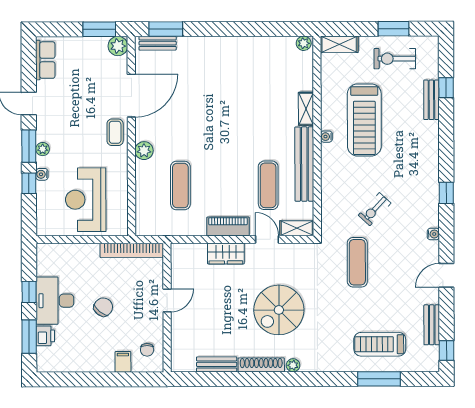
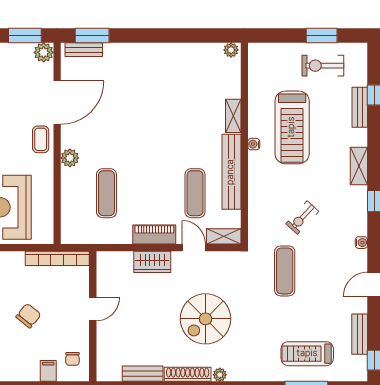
shelving: (339, 44) -> (359, 166), moved, turned 90

